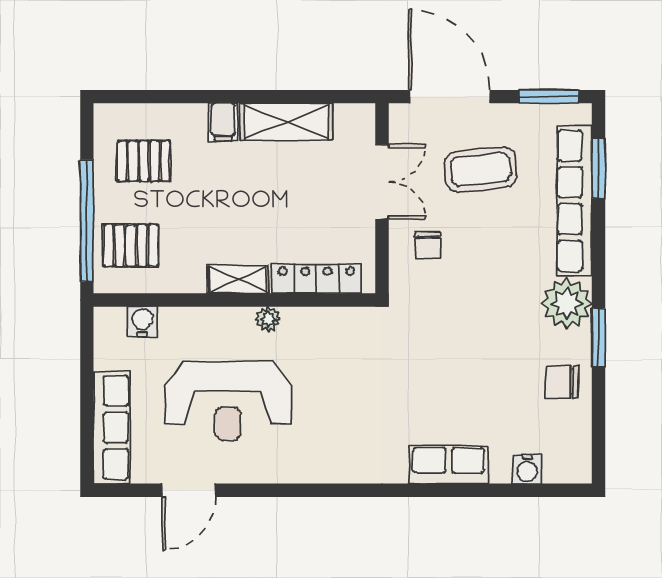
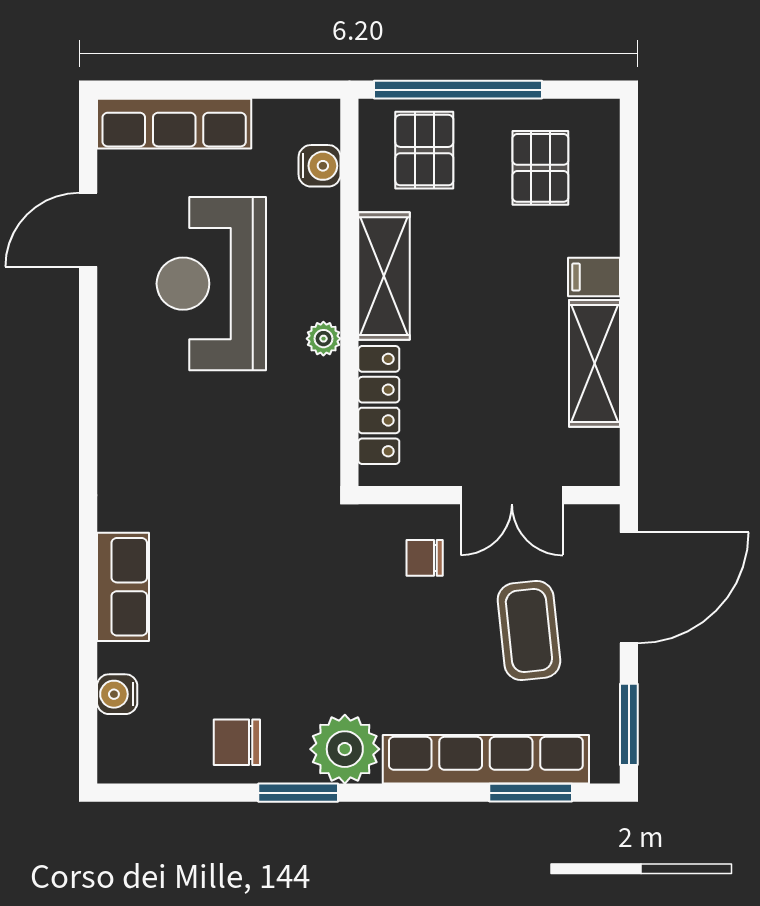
shelving: (238, 279) -> (384, 276), width x1.50, depth x1.33
chair: (562, 382) -> (237, 742), turned -90
door: (189, 490) -> (88, 230), hinge flipped

